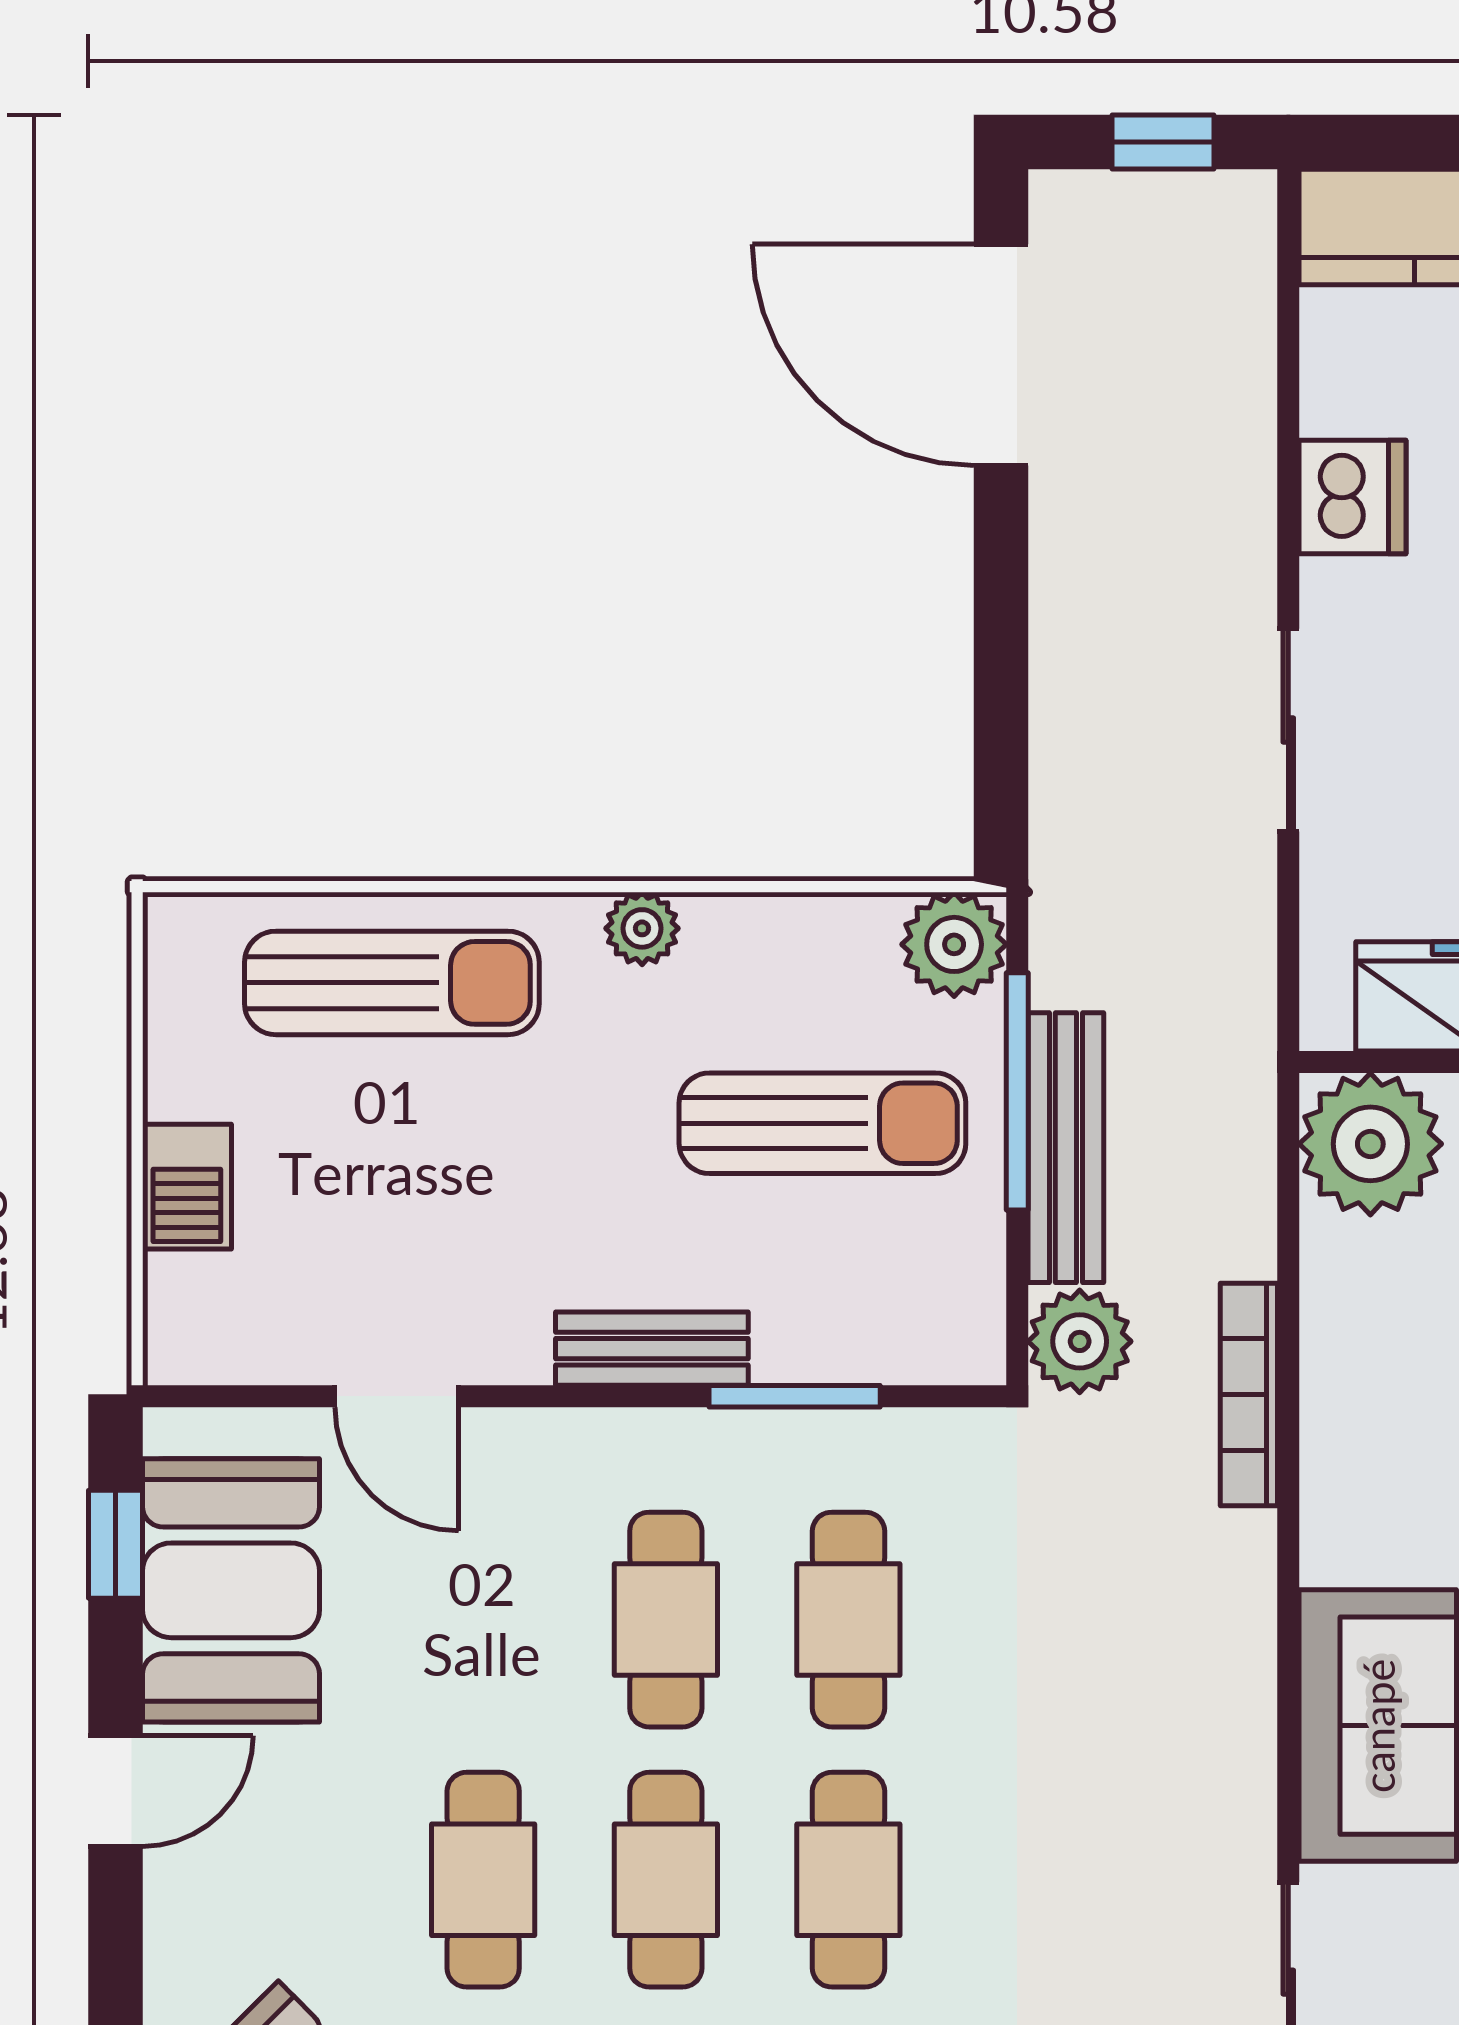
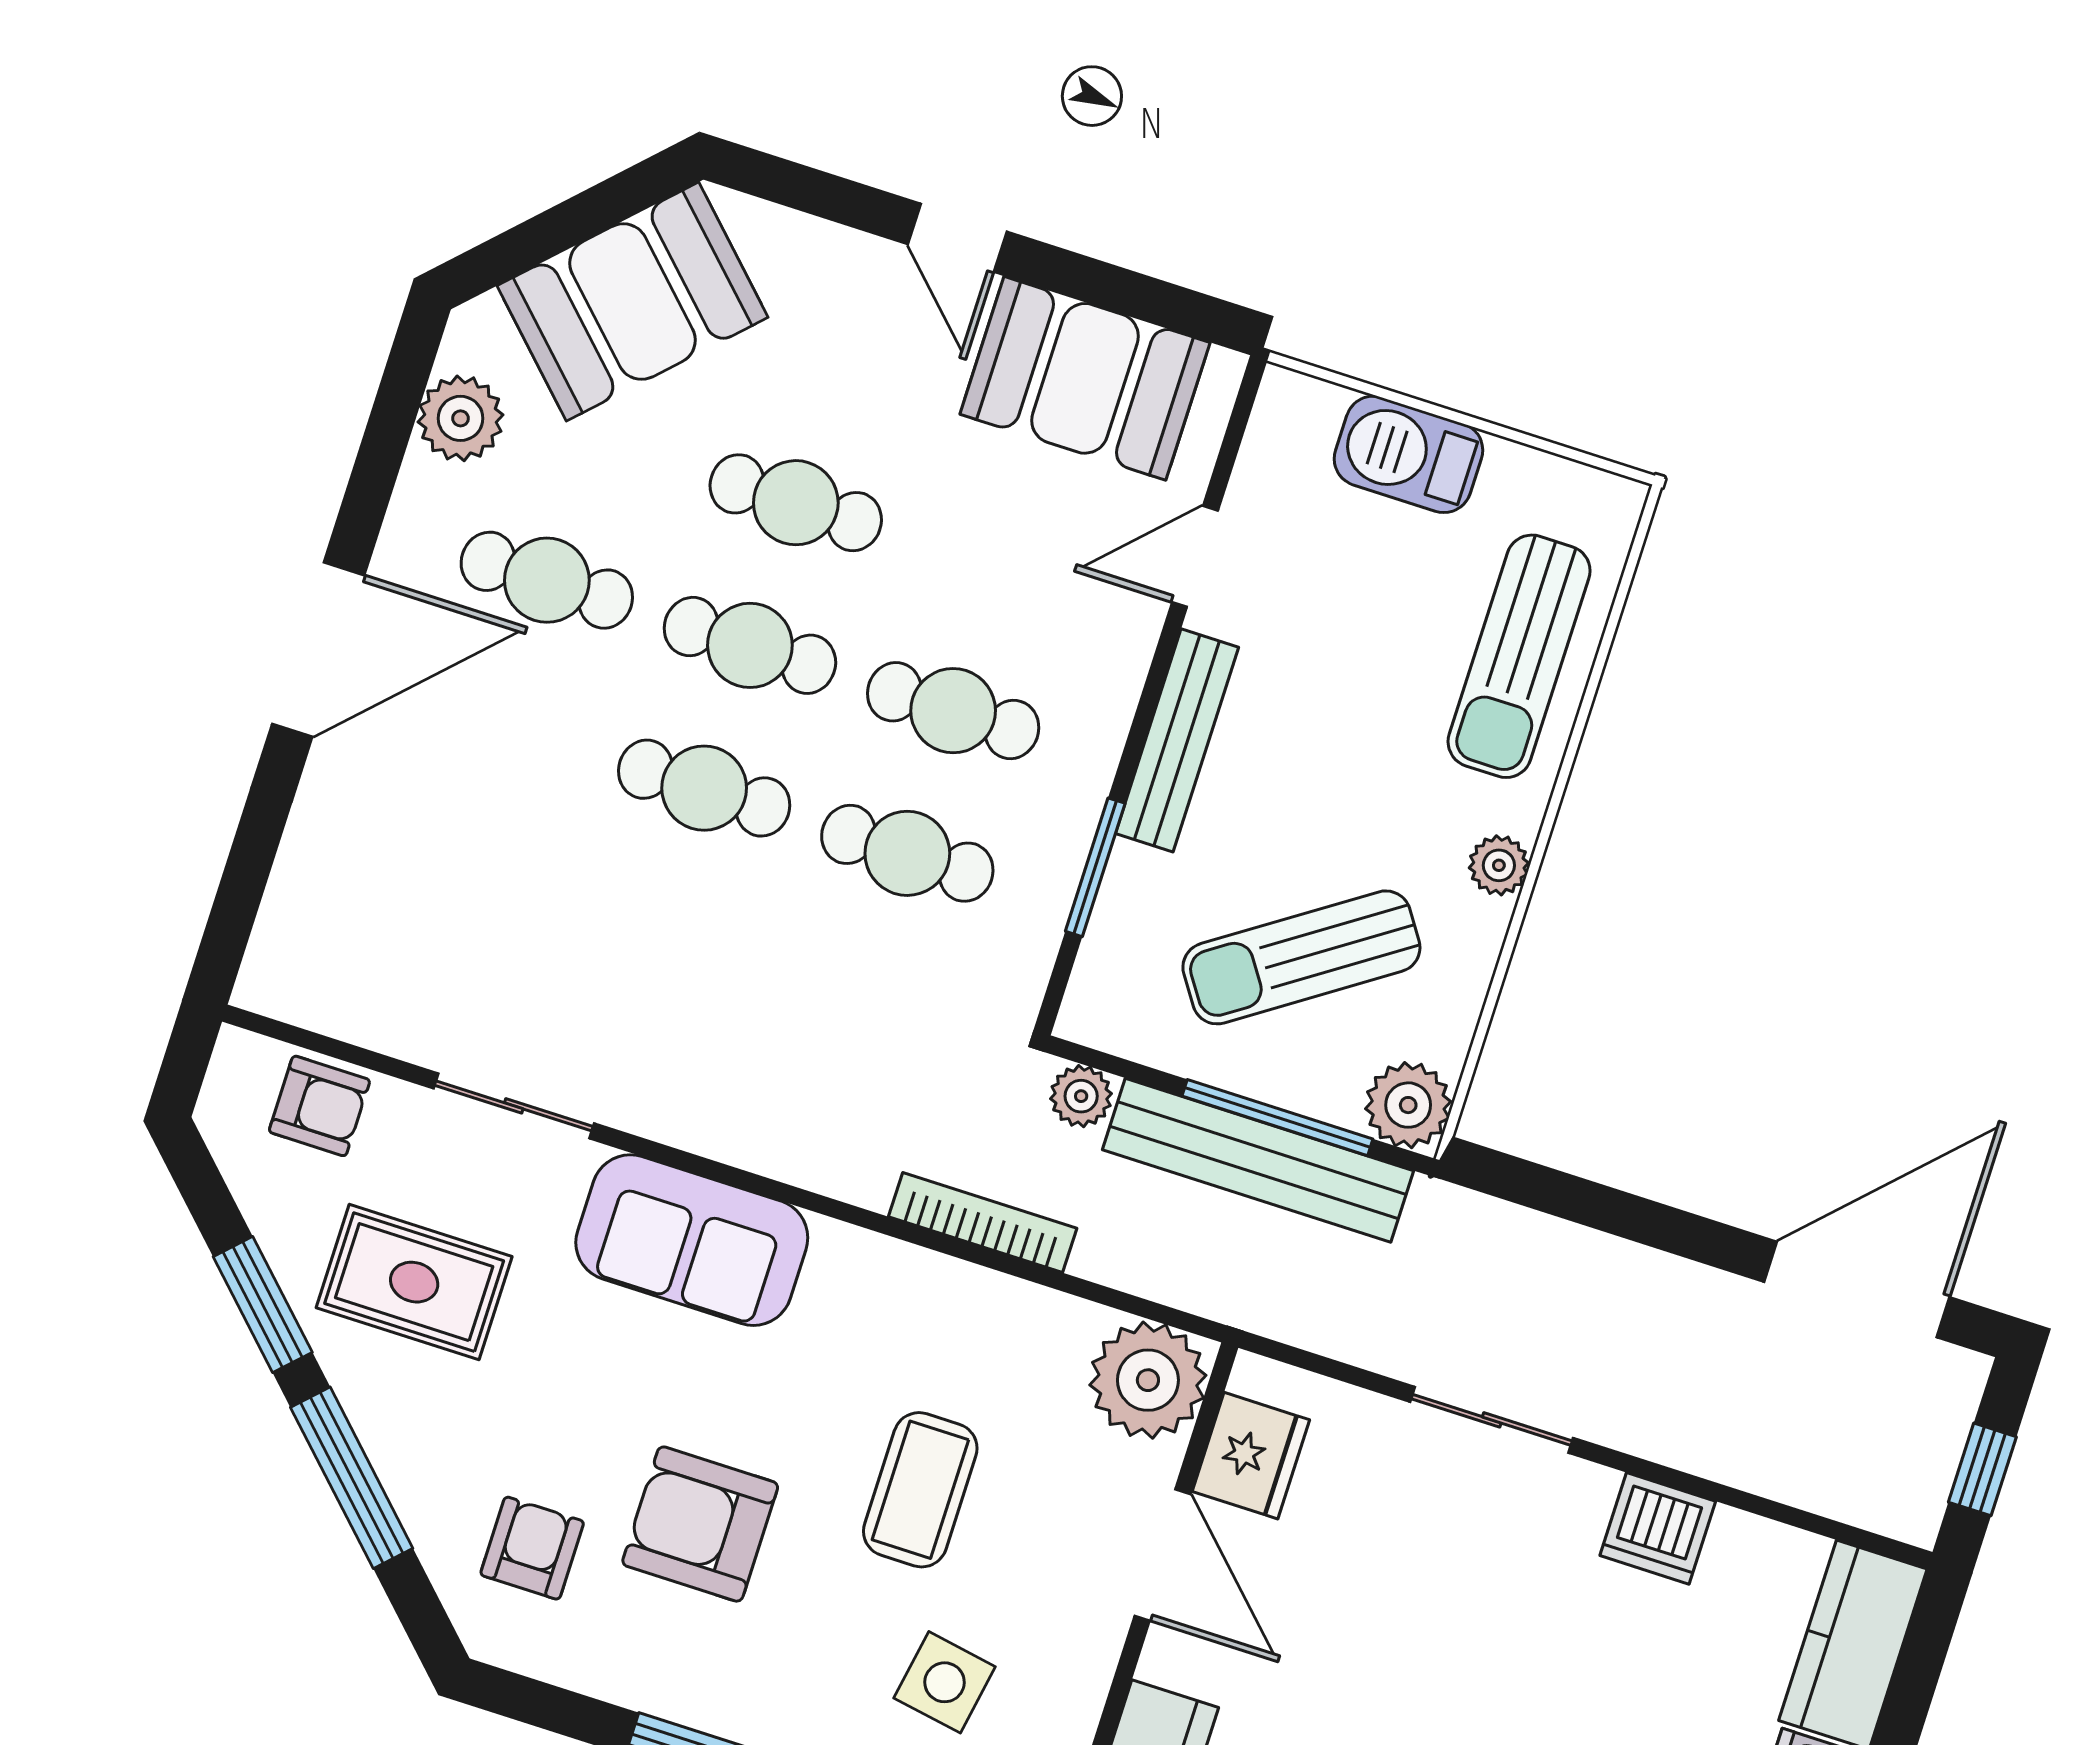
sun lounger: (822, 1123) -> (1301, 957), turned 56
bench: (1066, 1148) -> (1258, 1160), width x1.37, depth x1.21
barbecue: (187, 1187) -> (1408, 454), width x1.38, depth x1.27
plant: (1080, 1341) -> (1081, 1096), width x0.73, depth x0.73
bench: (652, 1349) -> (1177, 740), width x1.36
window: (115, 1544) -> (1150, 300), removed

